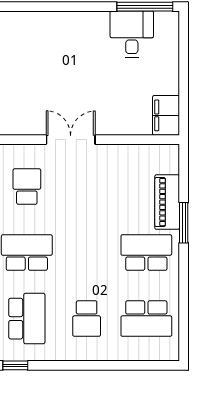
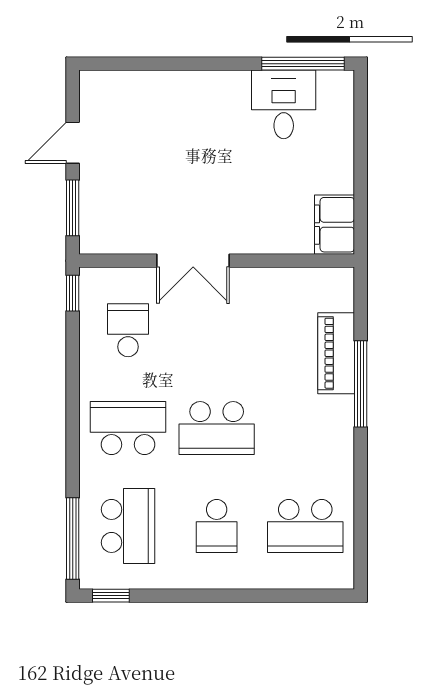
double door: (71, 140) -> (193, 261), swing flipped
window: (184, 223) -> (361, 384), width x1.44
school desk: (146, 253) -> (217, 428), moved, turned 180

